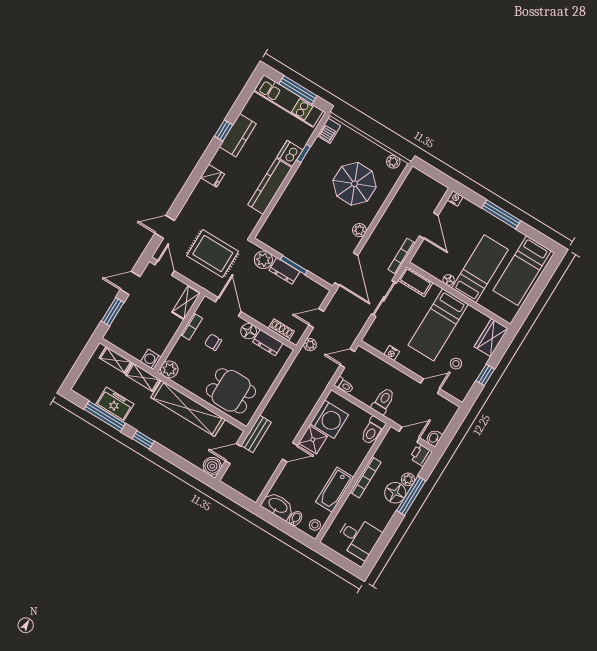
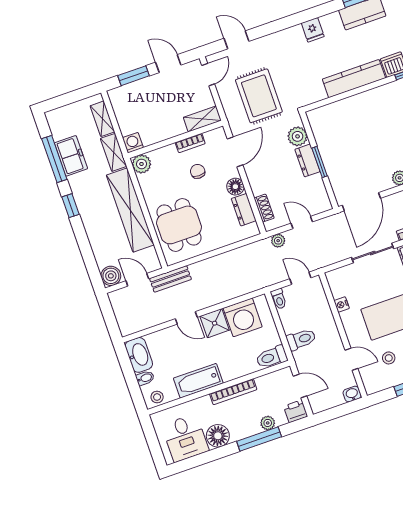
washbasin: (434, 438) -> (352, 394), moved
floor lamp: (395, 493) -> (218, 436), moved

